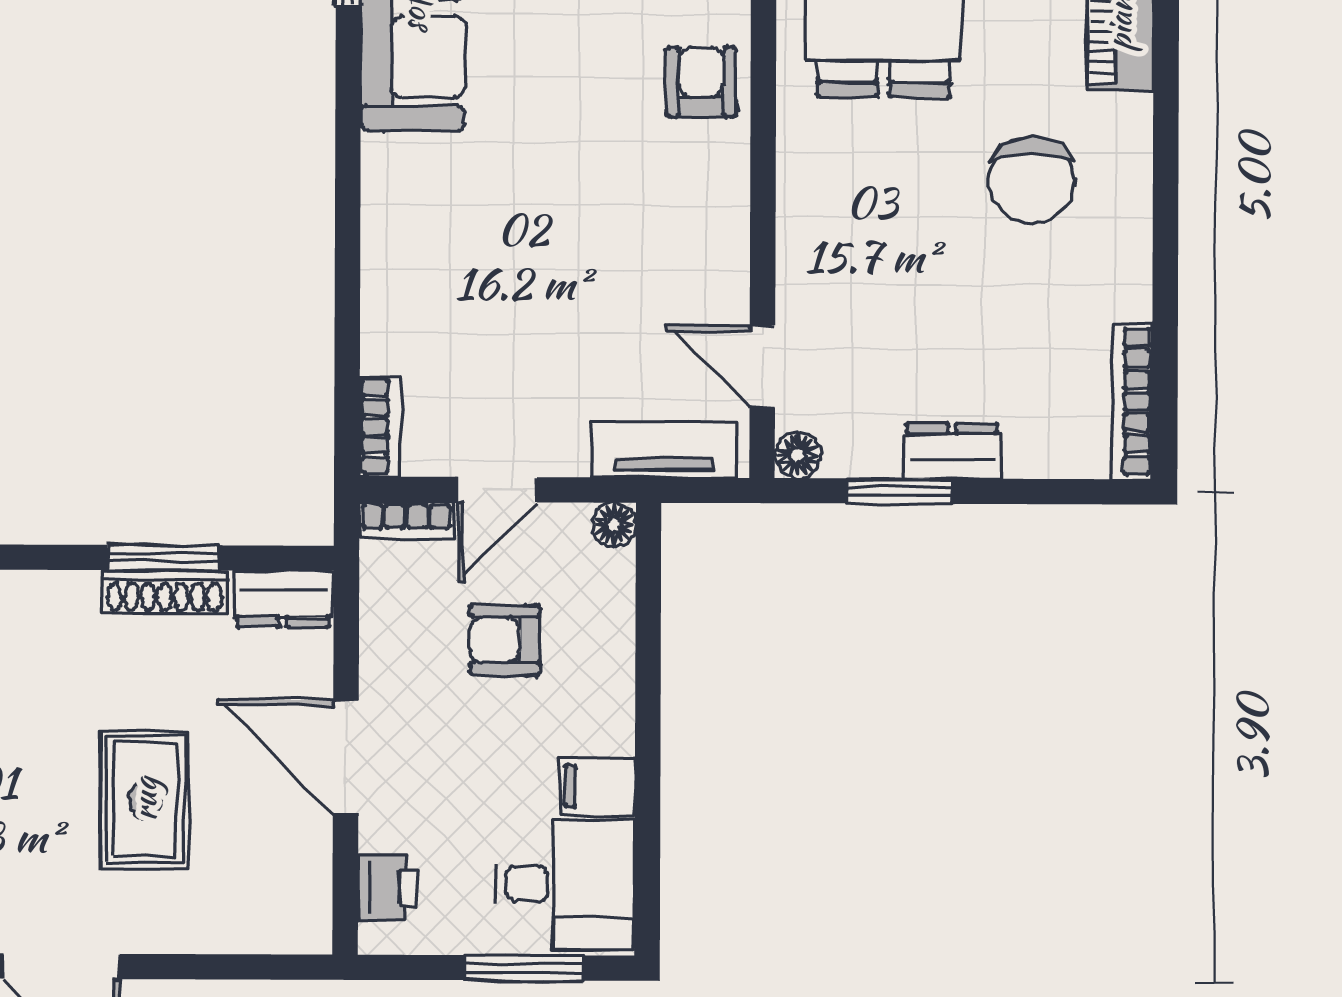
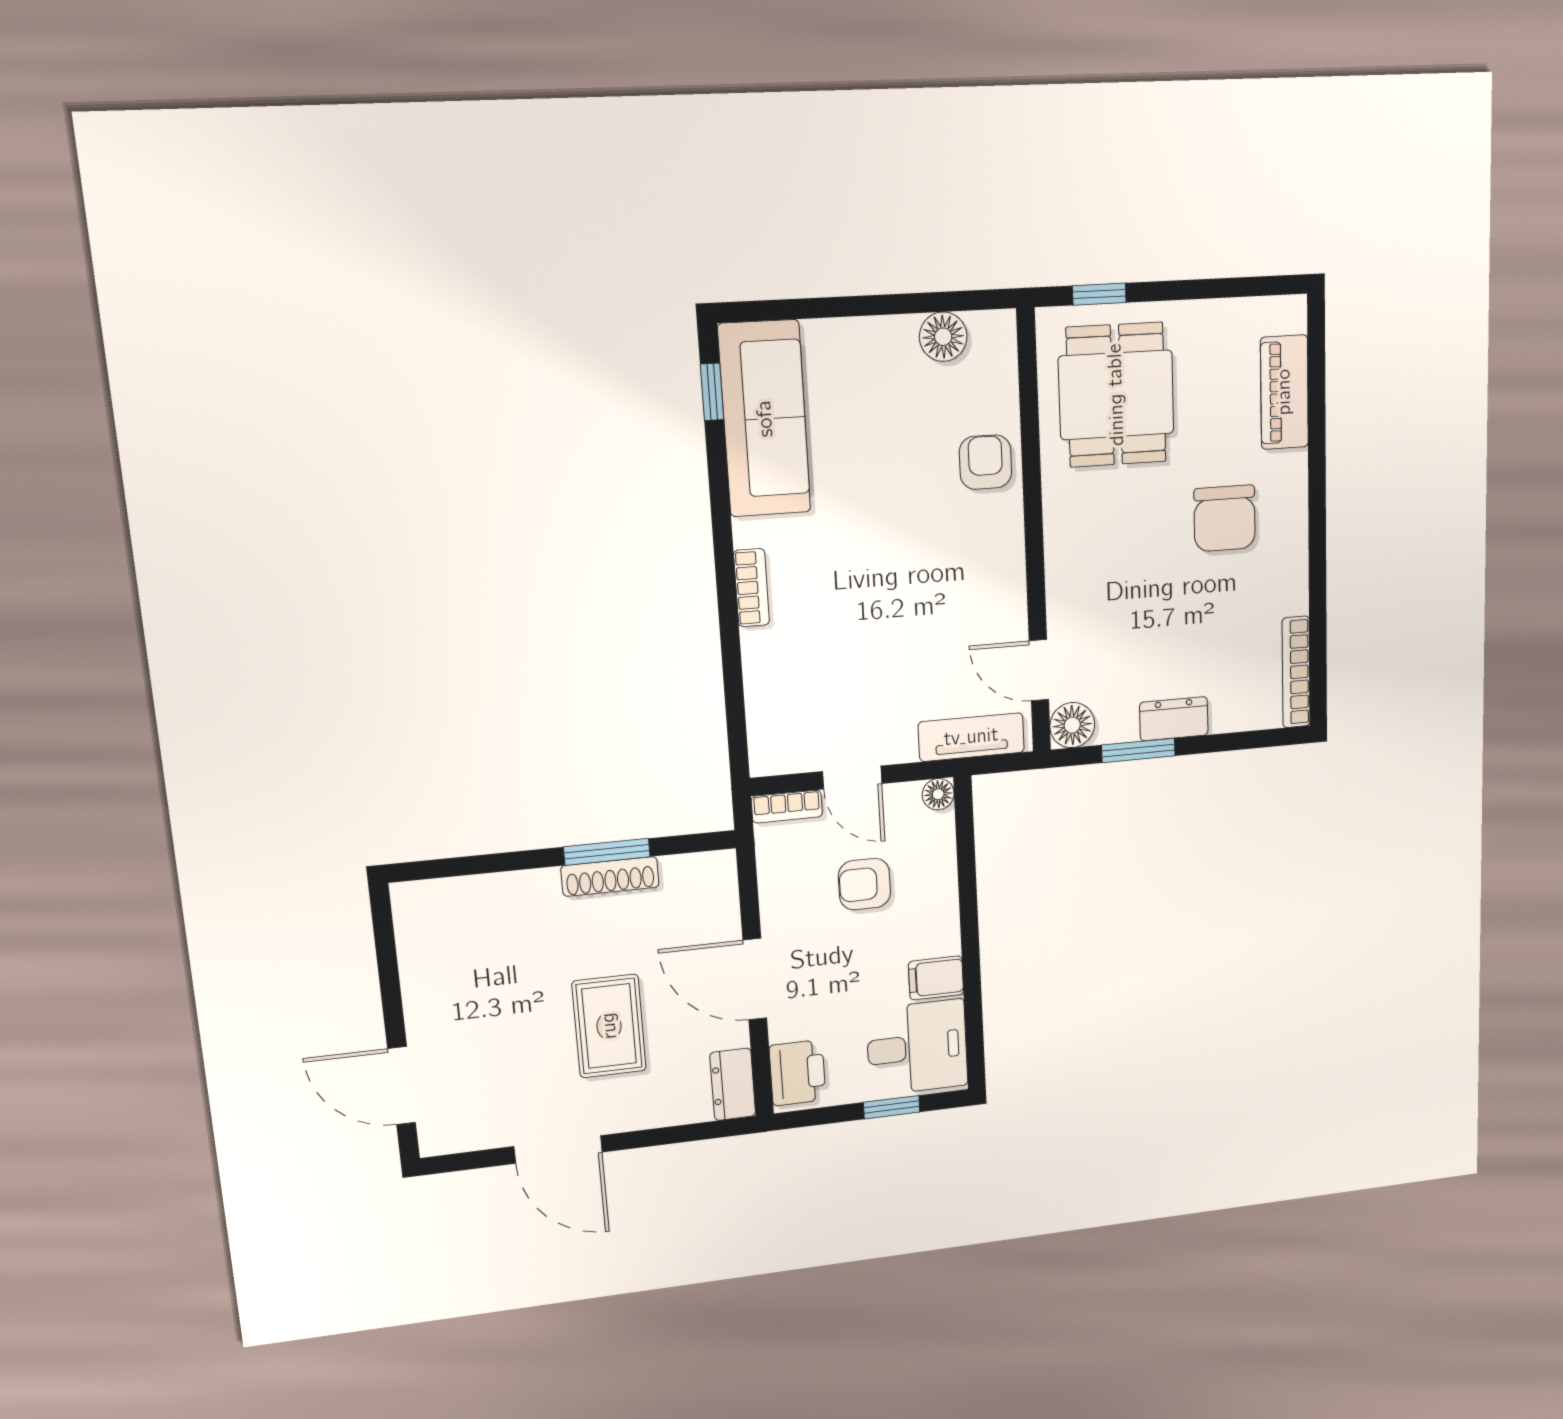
bookcase: (380, 426) -> (751, 588), moved
floor lamp: (798, 455) -> (1072, 725), width x1.37, depth x1.37
door: (497, 490) -> (852, 777), hinge flipped
dresser: (283, 599) -> (733, 1084), moved, turned 90
printer: (388, 887) -> (798, 1073), width x1.36, depth x1.24
window: (524, 968) -> (892, 1107), width x0.67

